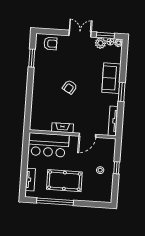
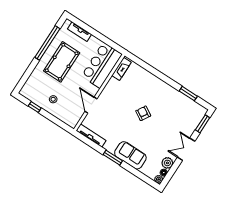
double door: (80, 34) -> (186, 149), swing flipped
window: (105, 35) -> (203, 124), moved
armchair: (51, 44) -> (192, 118), removed
fireplace: (62, 128) -> (121, 69), moved
window: (116, 168) -> (35, 107), moved

